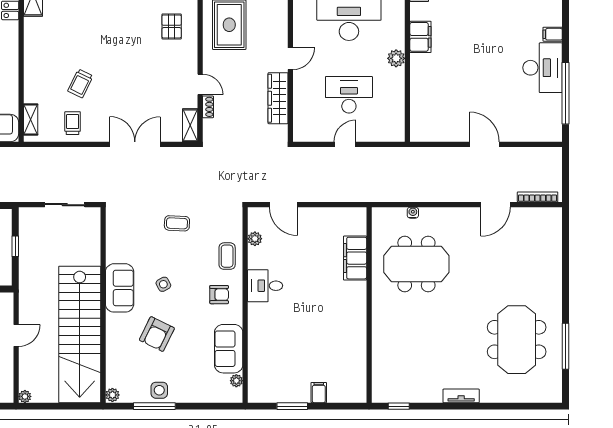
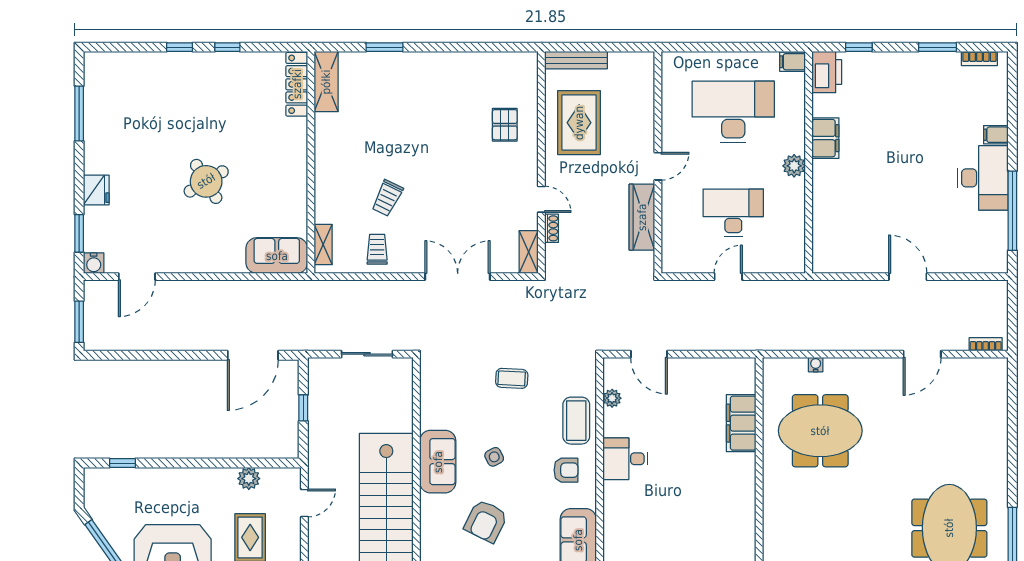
bookcase: (538, 197) -> (986, 344), width x0.64
coffee table: (227, 256) -> (576, 421), width x1.36, depth x1.30
door: (16, 336) -> (304, 503), moved

